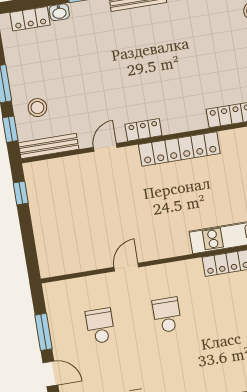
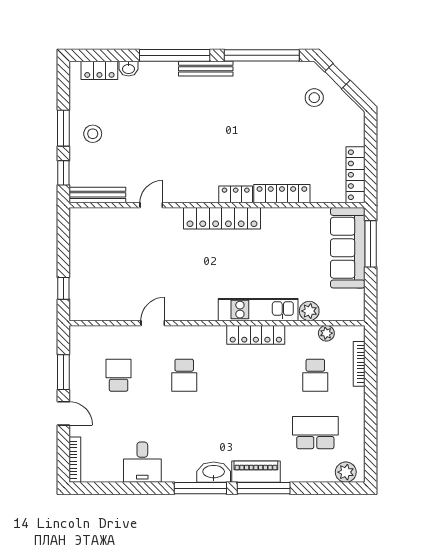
stool: (37, 108) -> (93, 134), moved
locker: (143, 130) -> (236, 194), moved
window: (21, 193) -> (63, 288), moved
school desk: (167, 315) -> (184, 375), turned 180

